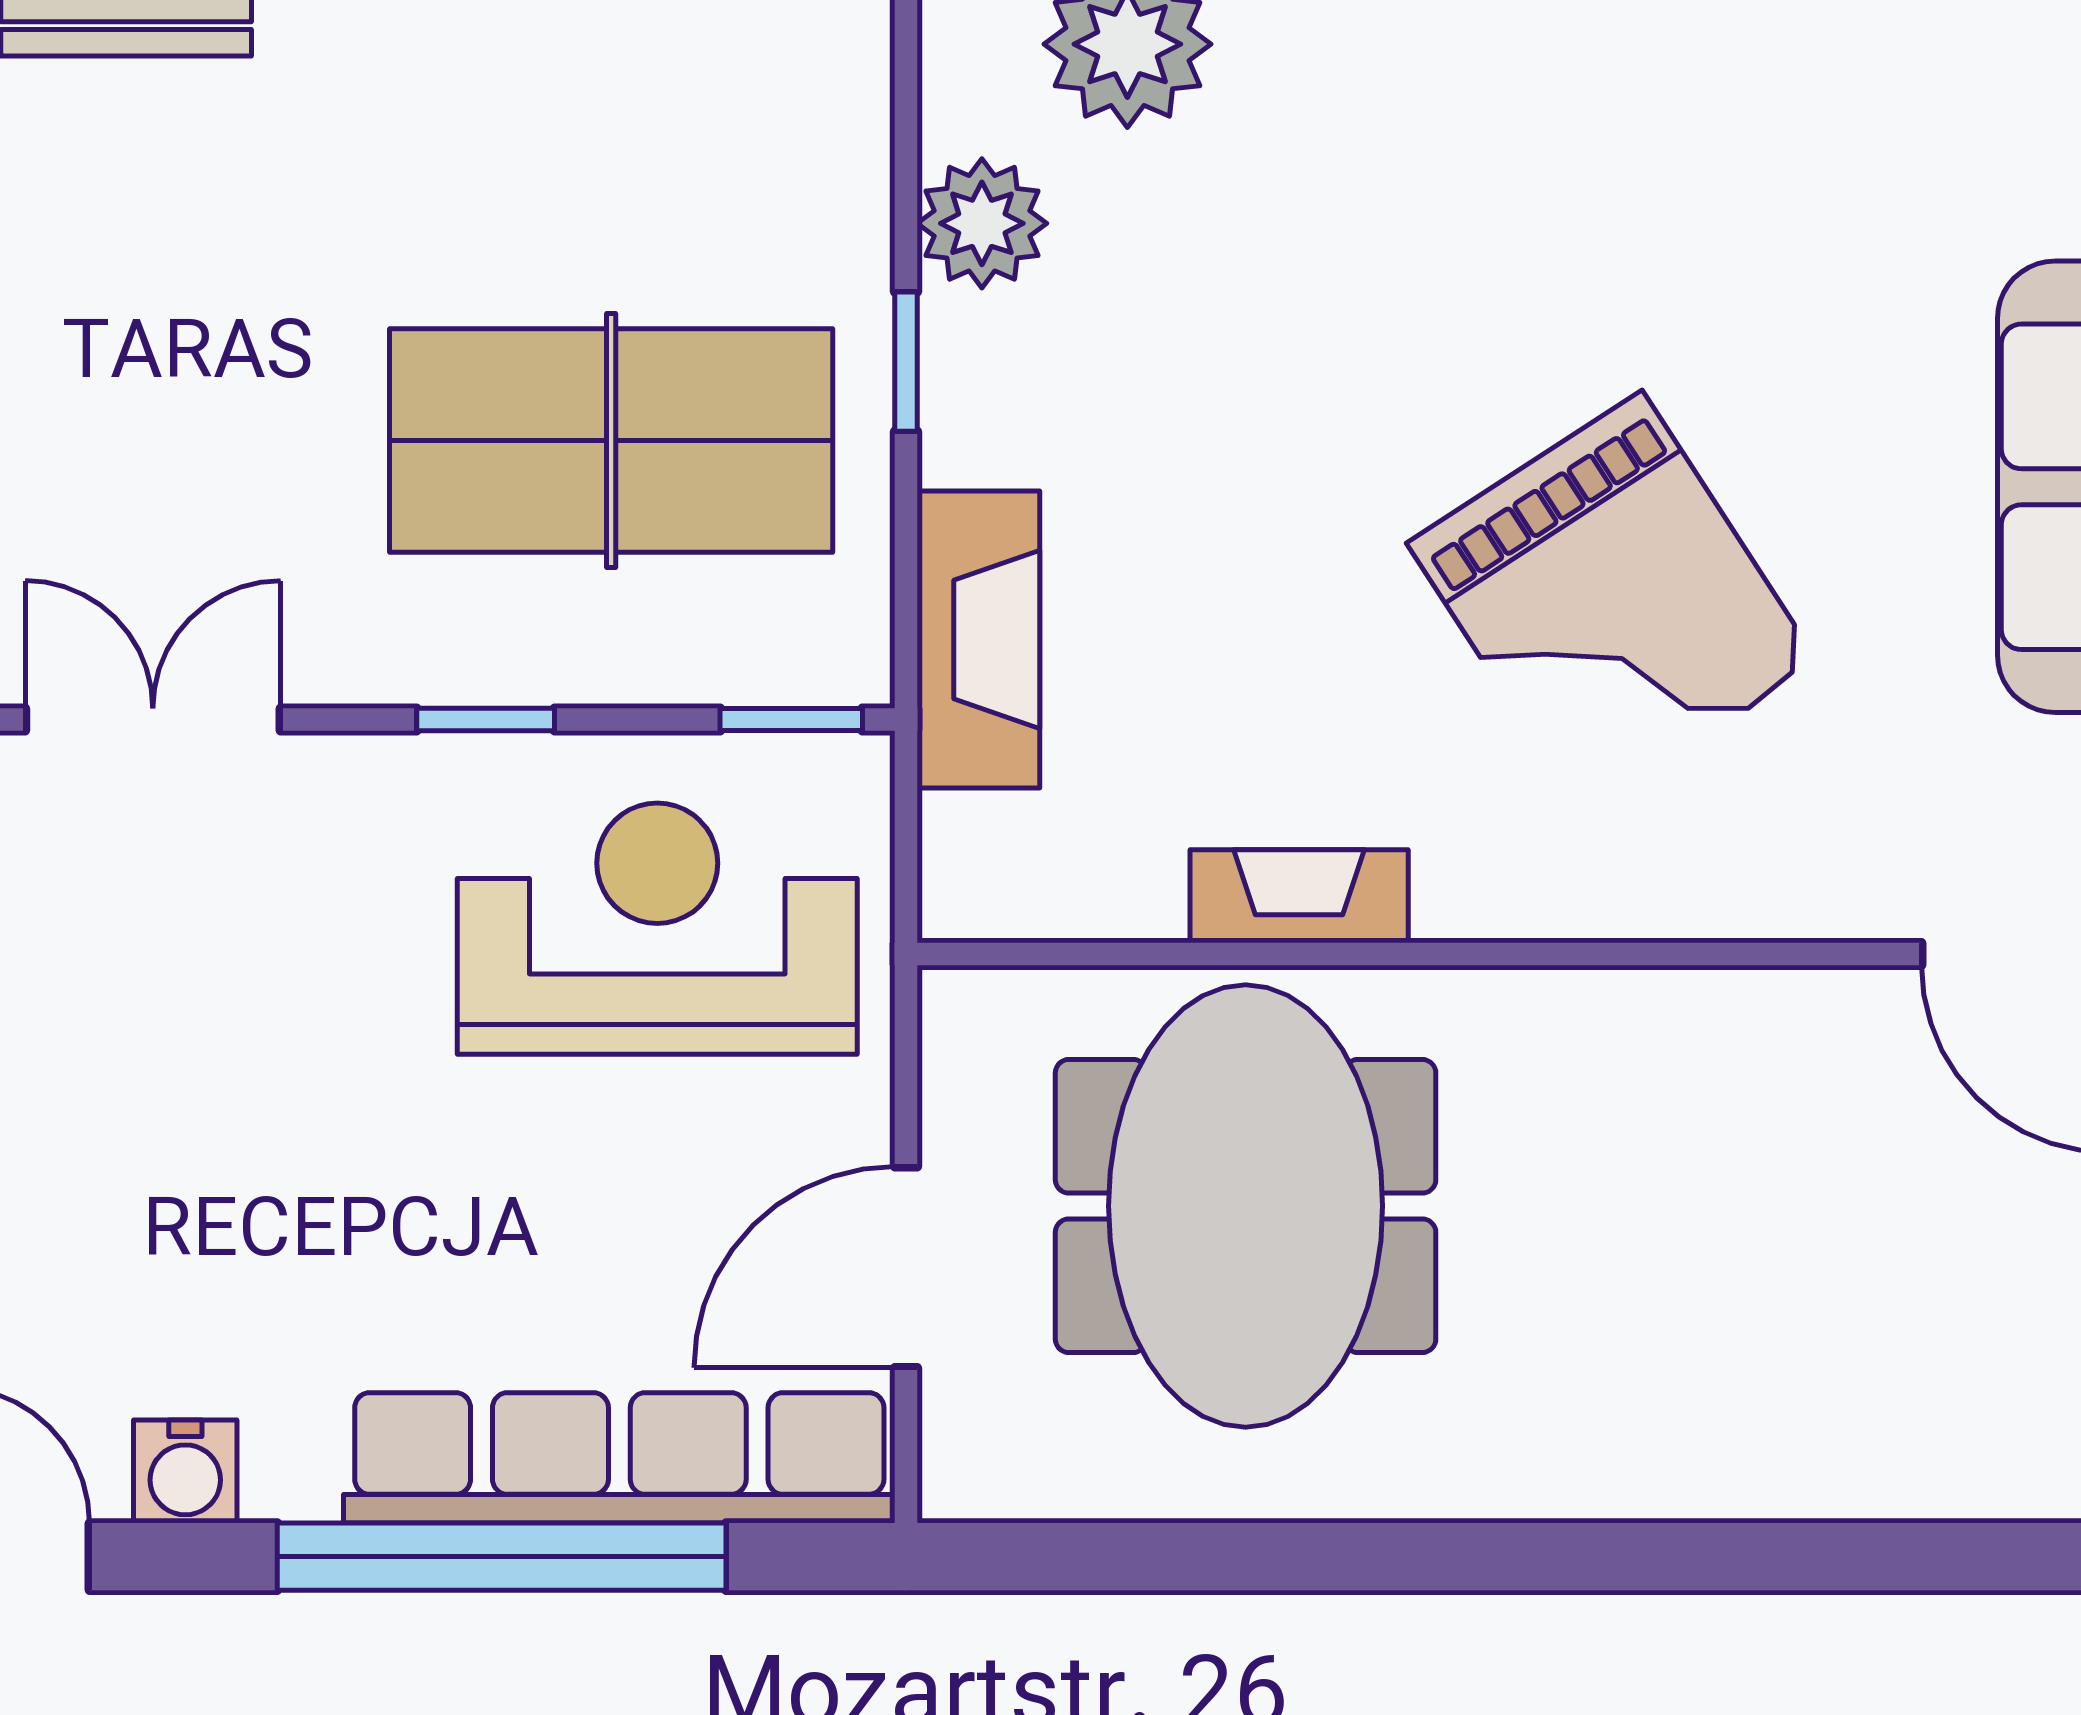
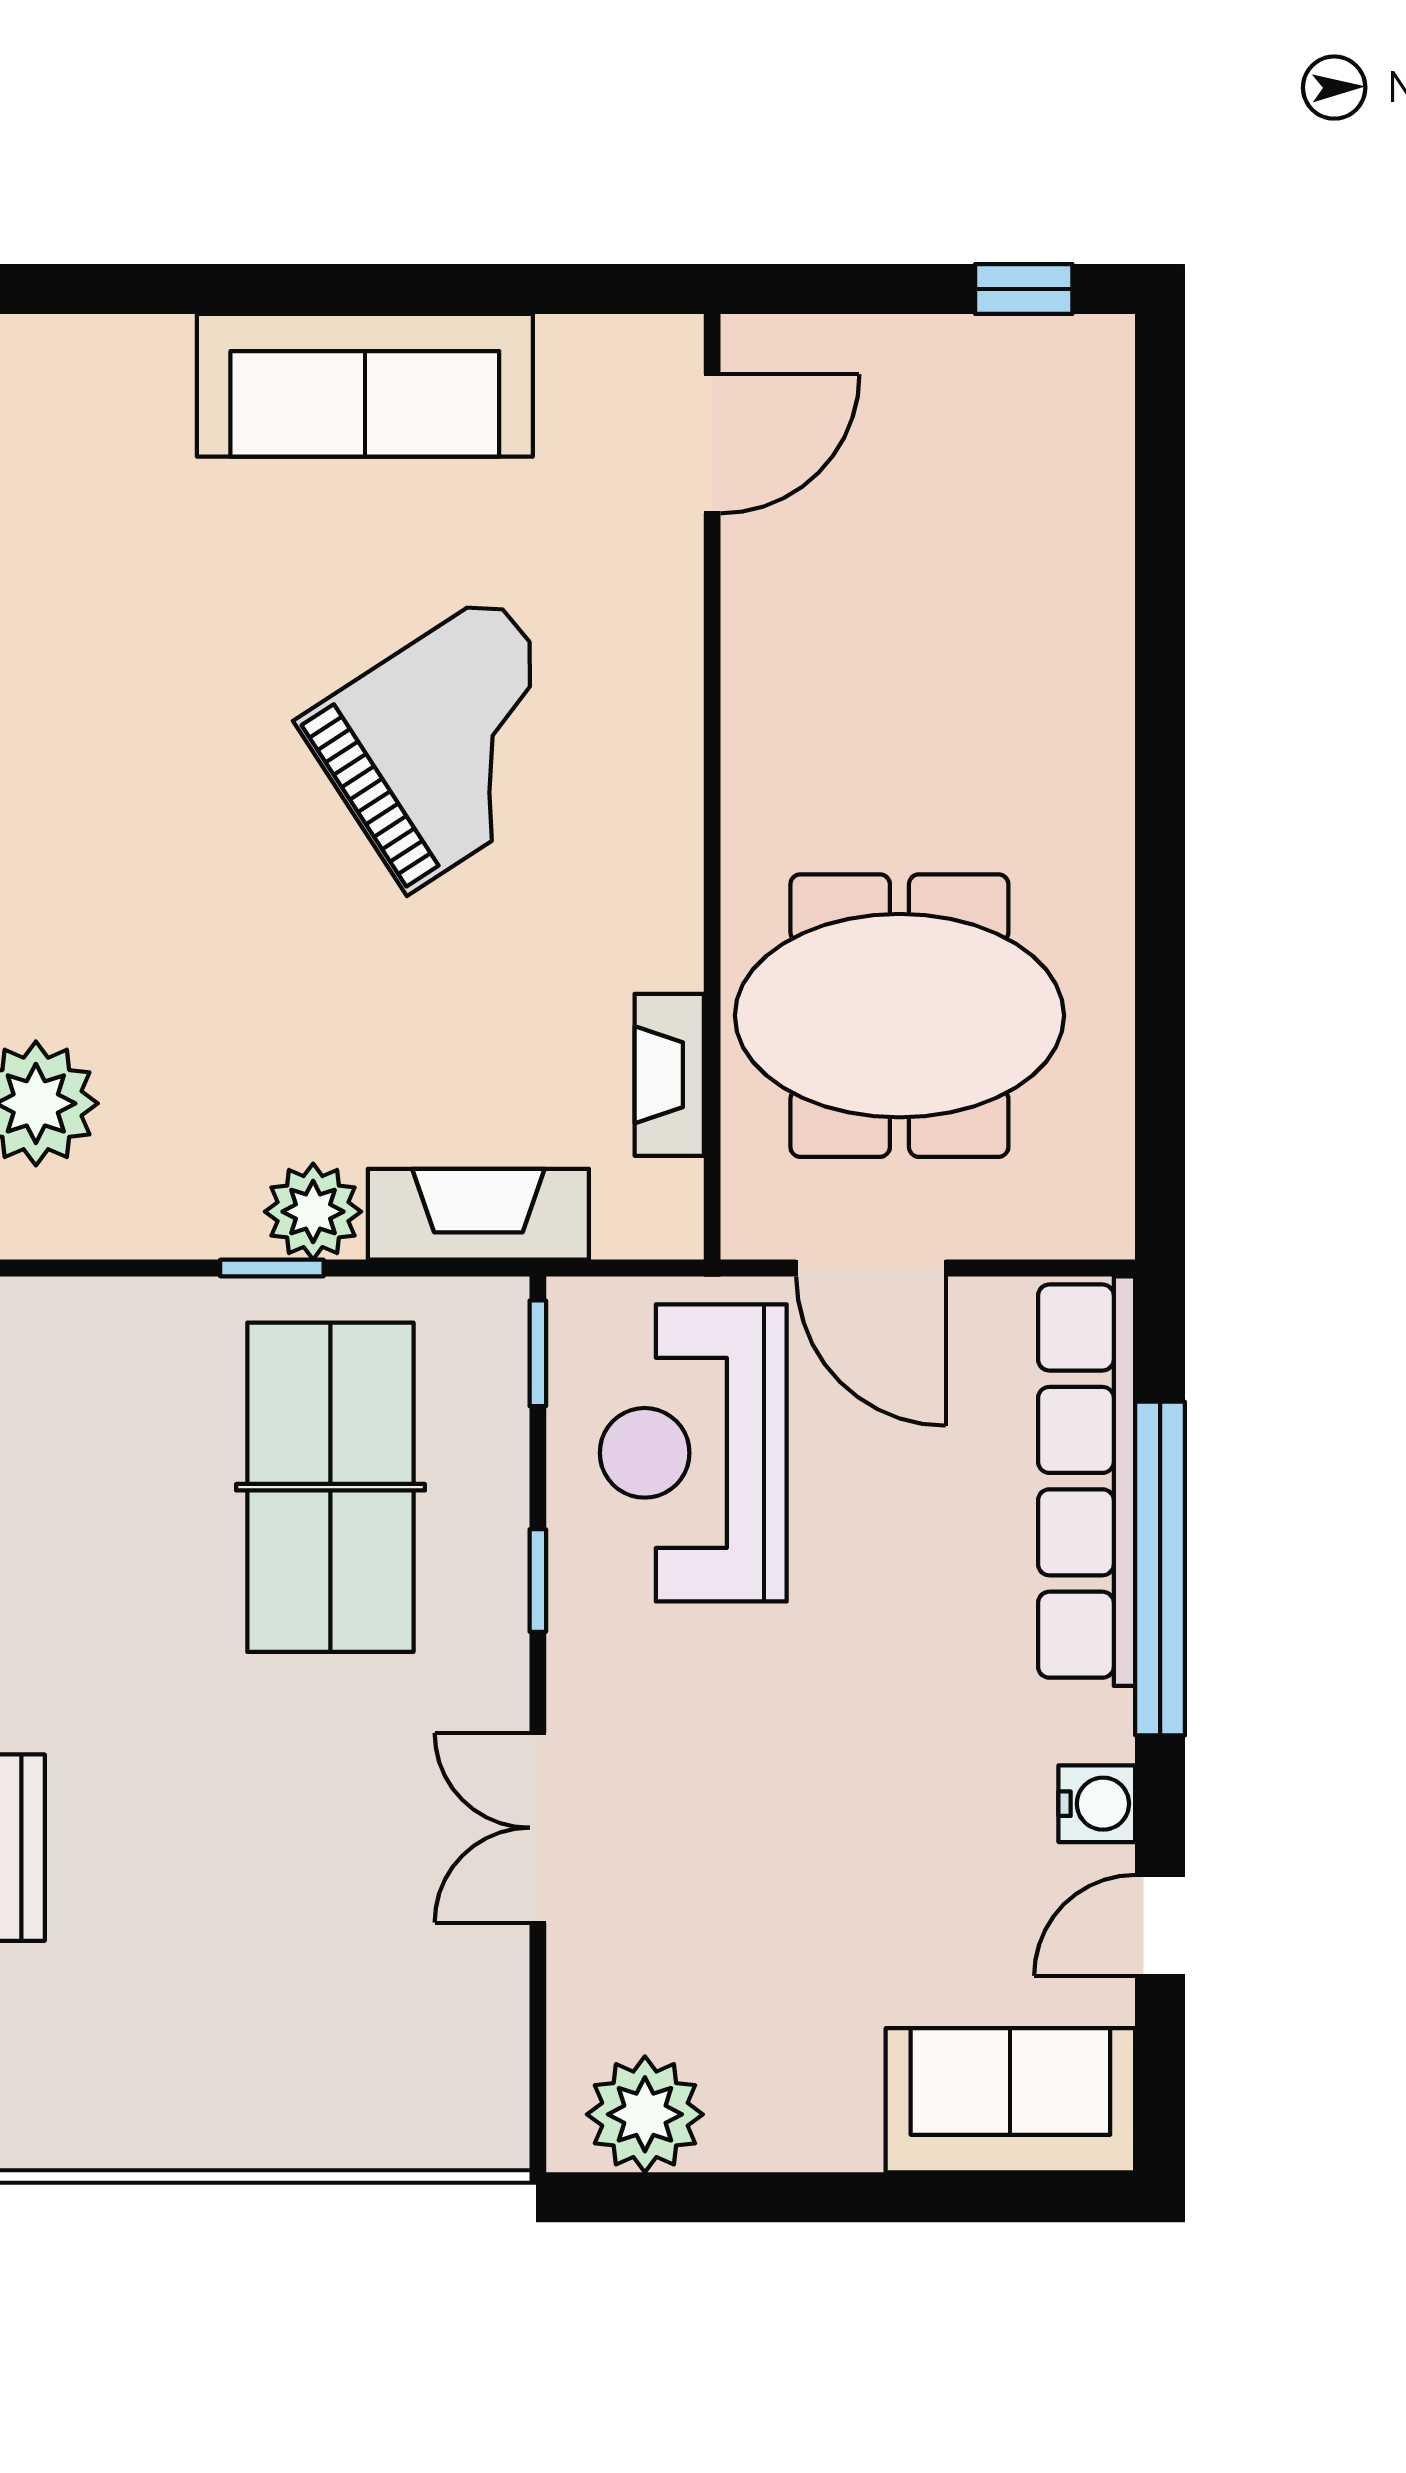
plant: (982, 223) -> (313, 1212), moved
fireplace: (1299, 896) -> (669, 1075), moved
door: (906, 1267) -> (871, 1268), moved

